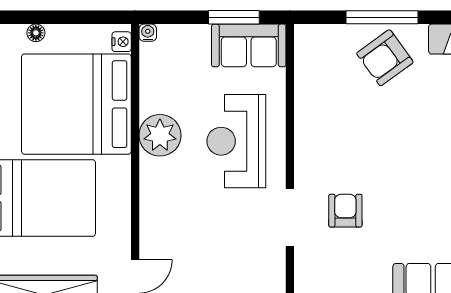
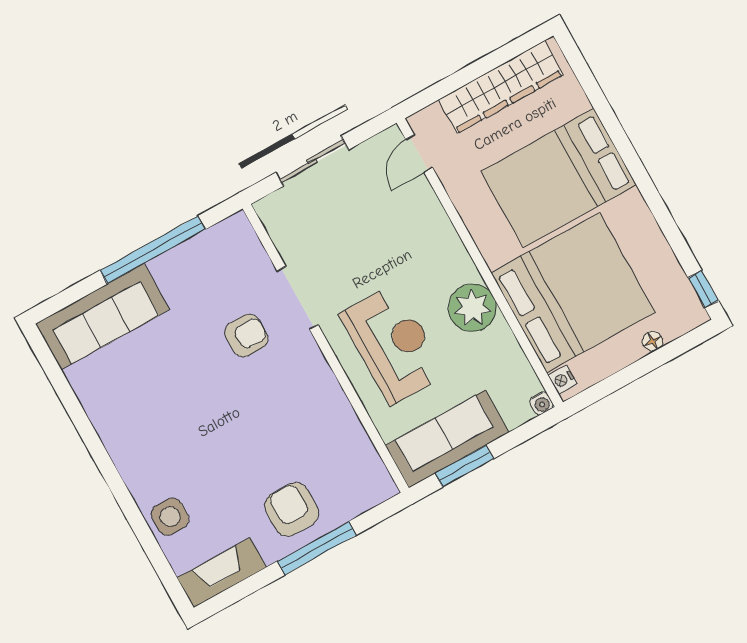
sofa: (249, 45) -> (447, 439), width x1.36
armchair: (385, 58) -> (292, 509), turned -54
armchair: (345, 211) -> (246, 335), turned -90

